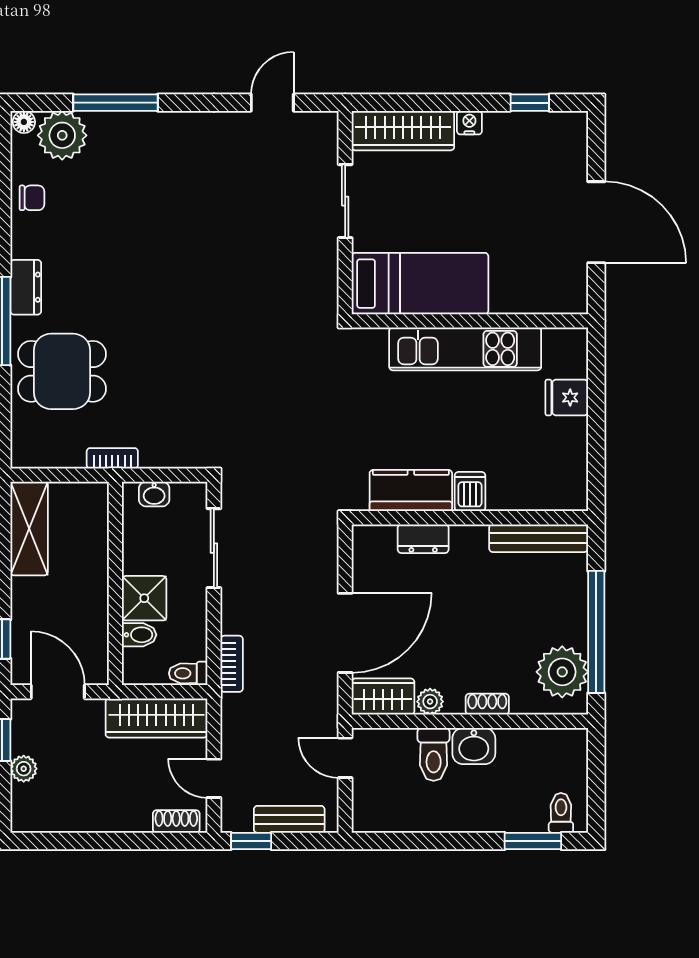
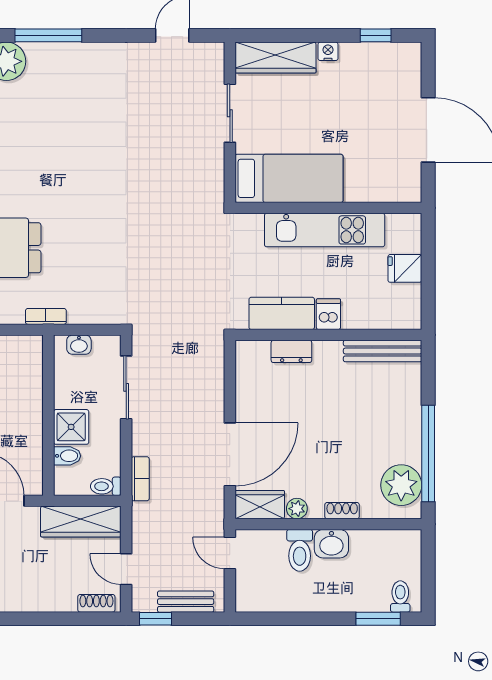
kitchen counter: (411, 491) -> (282, 313), moved
dishwasher: (470, 492) -> (328, 314), moved
wall: (470, 518) -> (328, 335), moved
bench: (539, 538) -> (383, 351), moved
dresser: (423, 539) -> (291, 351), moved

